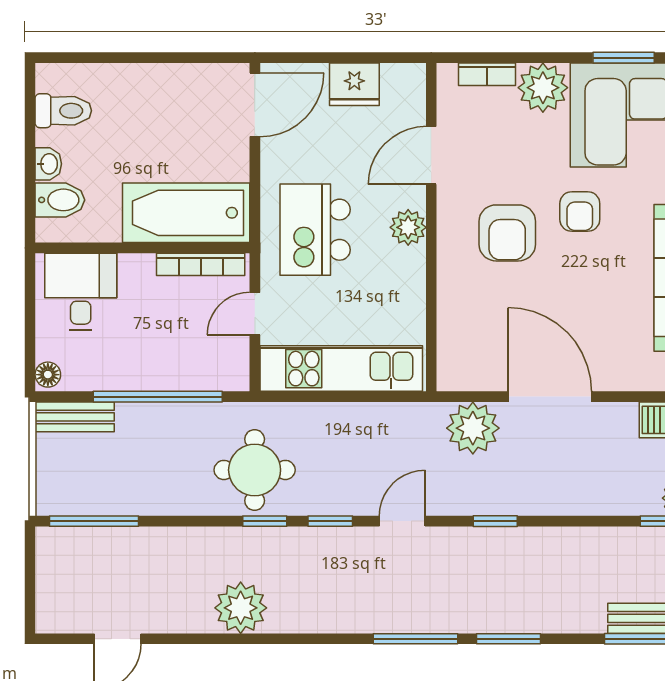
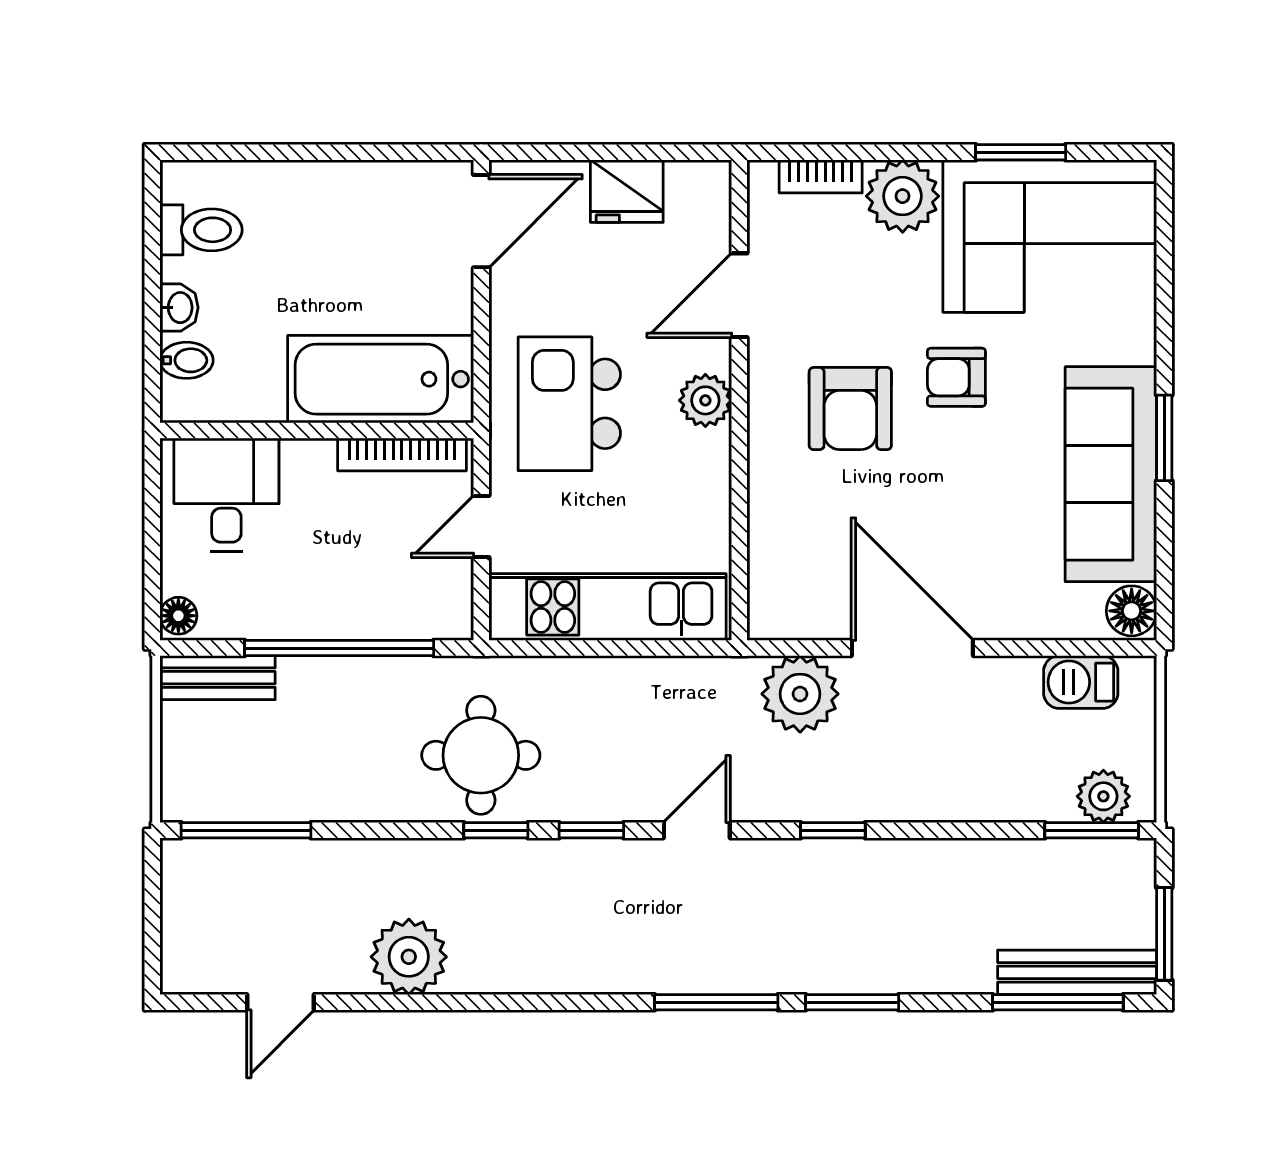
bidet: (60, 200) -> (187, 360), width x0.72, depth x0.74
armchair: (580, 212) -> (956, 377), turned 90
plant: (241, 608) -> (409, 957), moved

